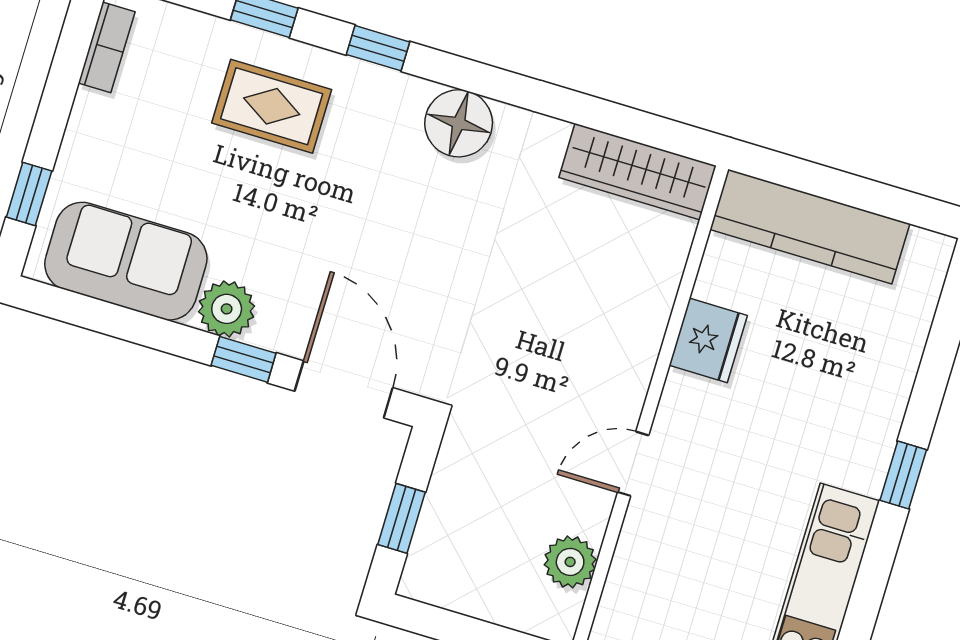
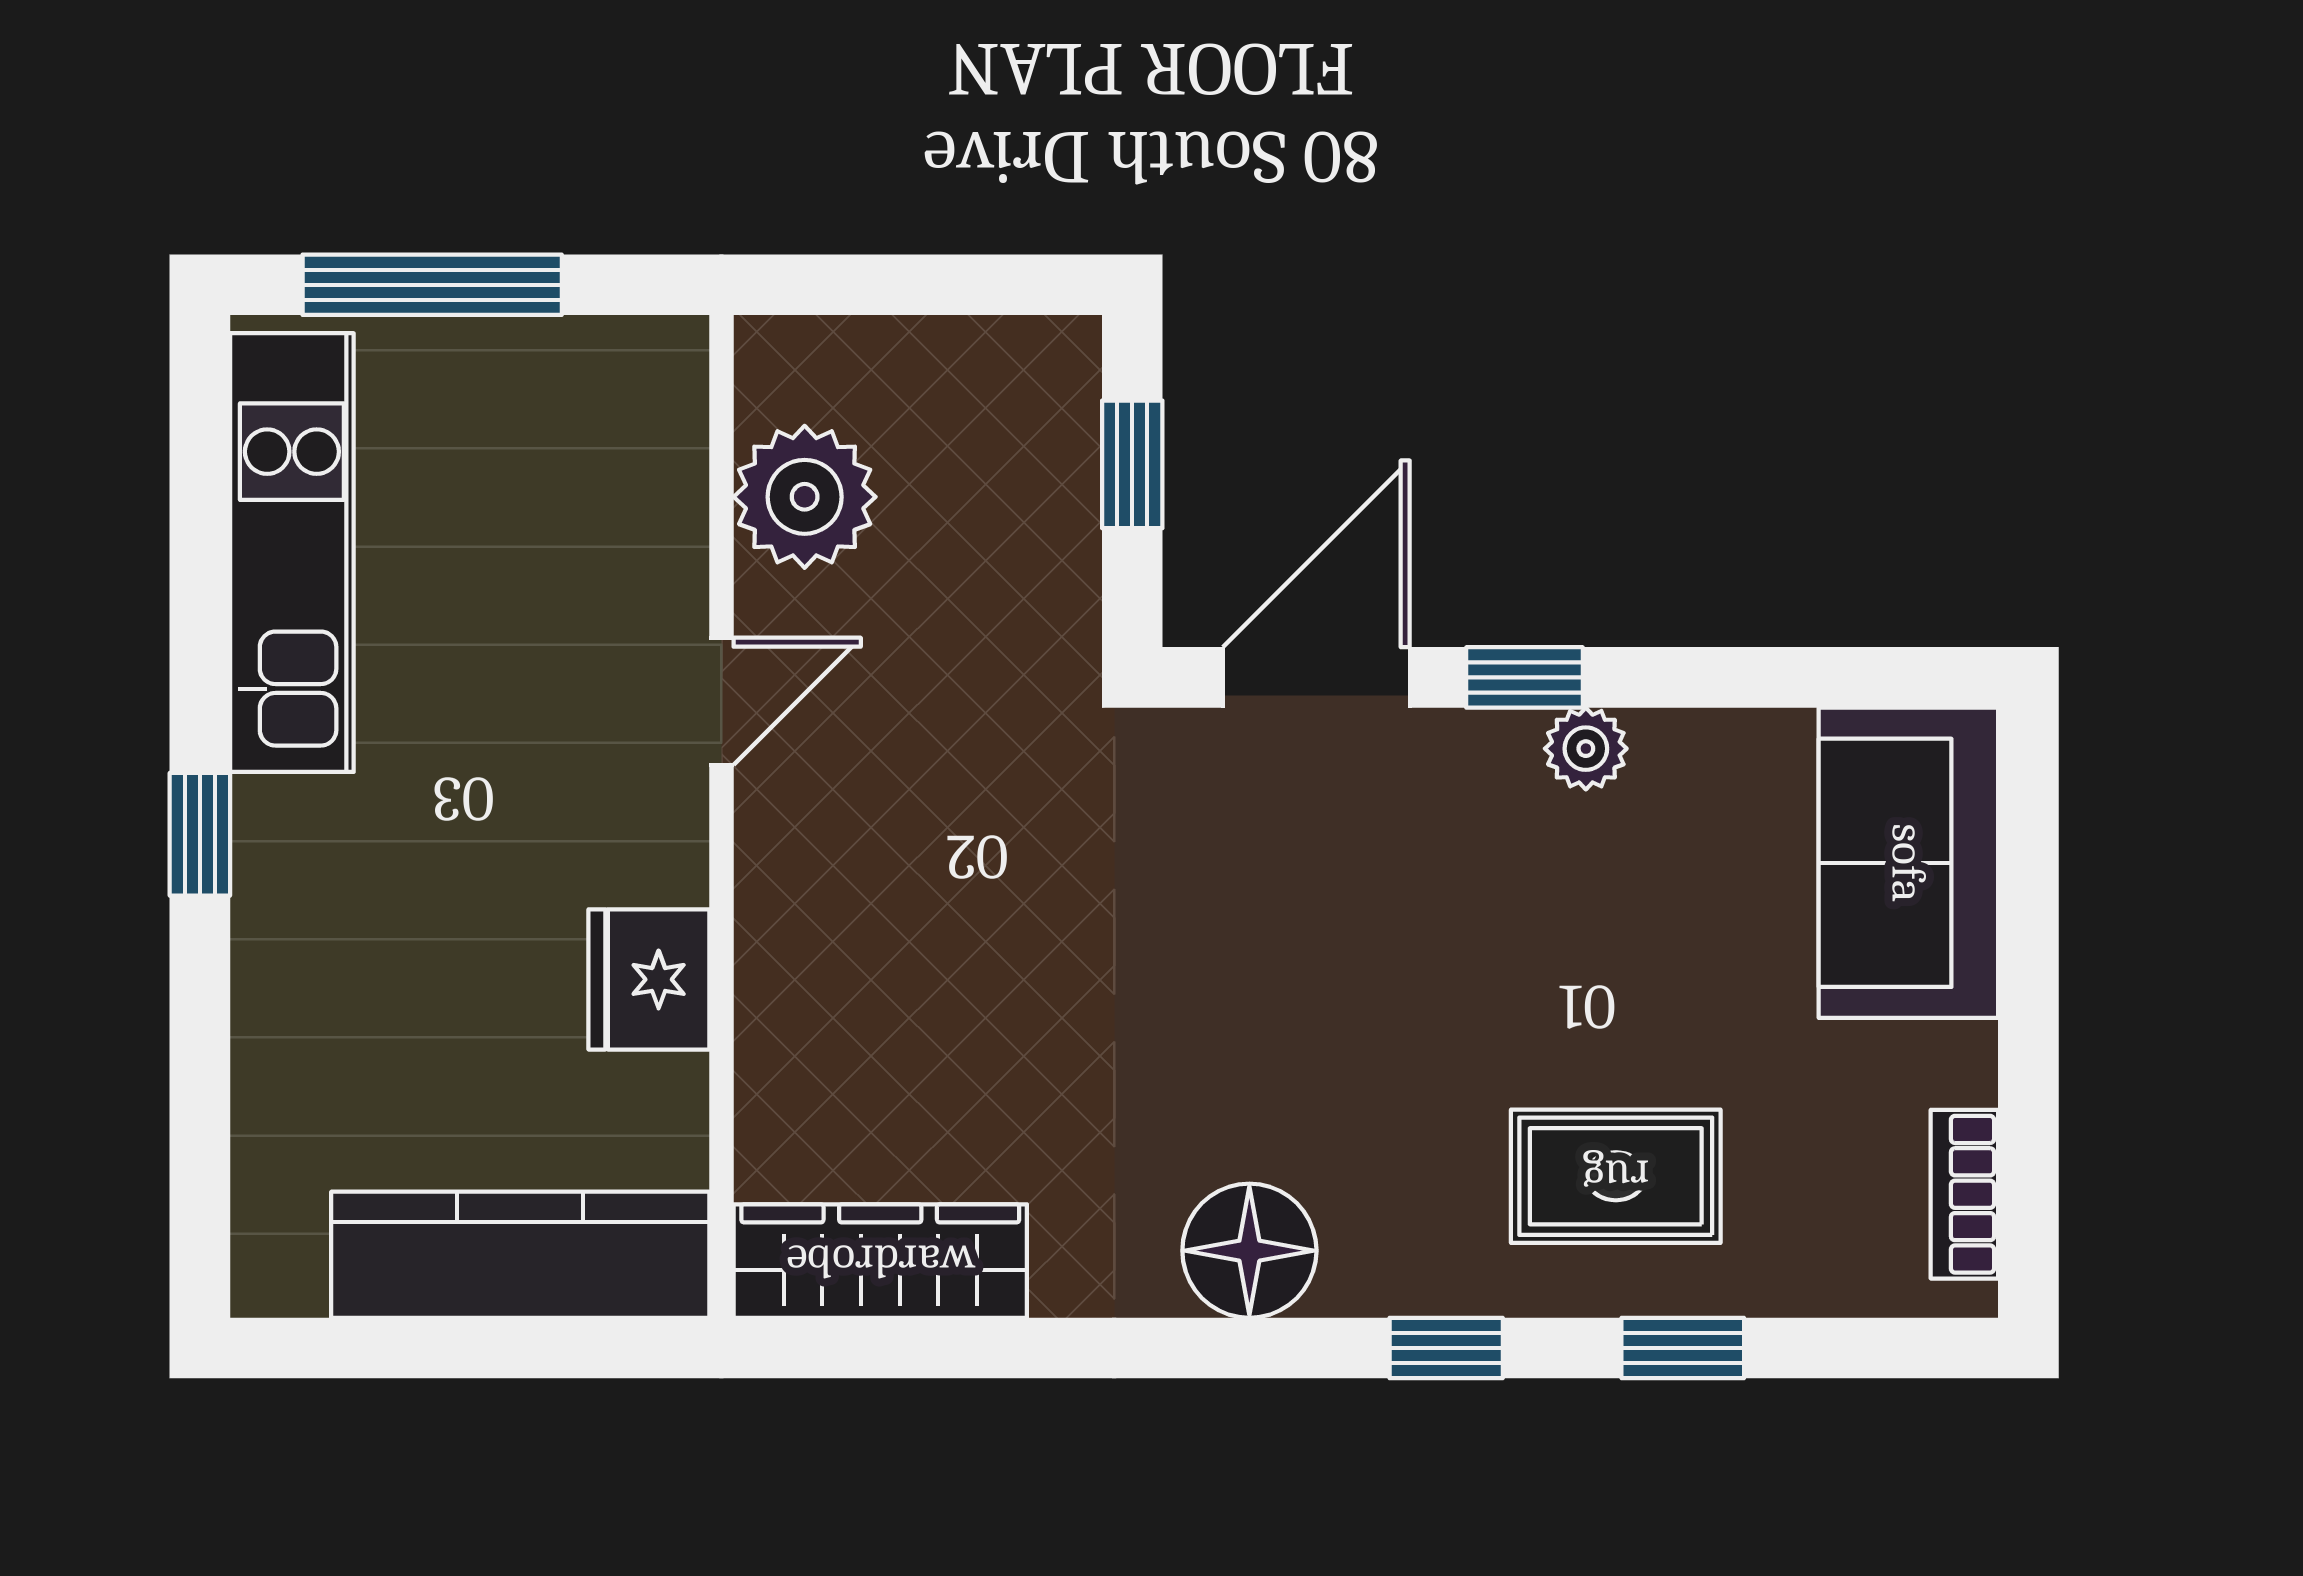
window: (29, 194) -> (2028, 870), removed
sofa: (126, 261) -> (1908, 863), moved, turned 90
plant: (227, 309) -> (1586, 749), width x0.73, depth x0.73
door: (344, 389) -> (1316, 677), swing flipped
plant: (570, 562) -> (805, 497), width x1.36, depth x1.36

